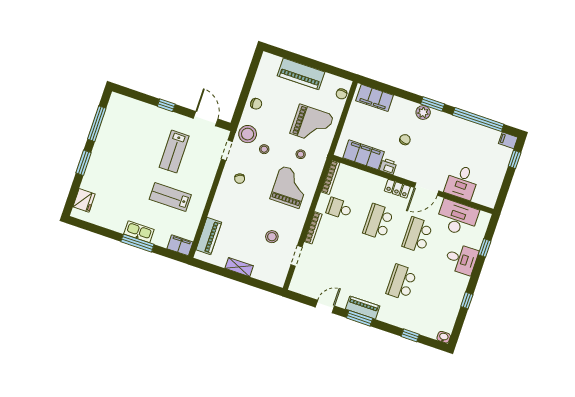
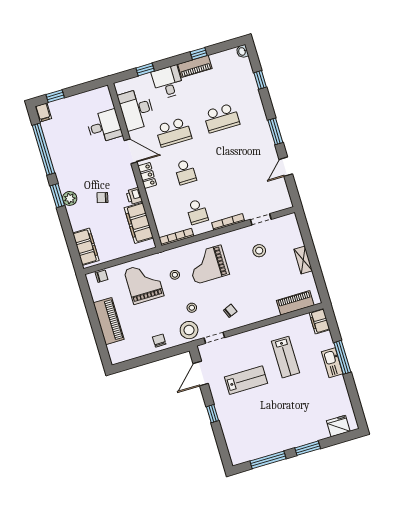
school desk: (378, 222) -> (185, 172), width x0.54
door: (325, 306) -> (286, 167), hinge flipped
piano: (363, 308) -> (195, 66), moved, turned -90

